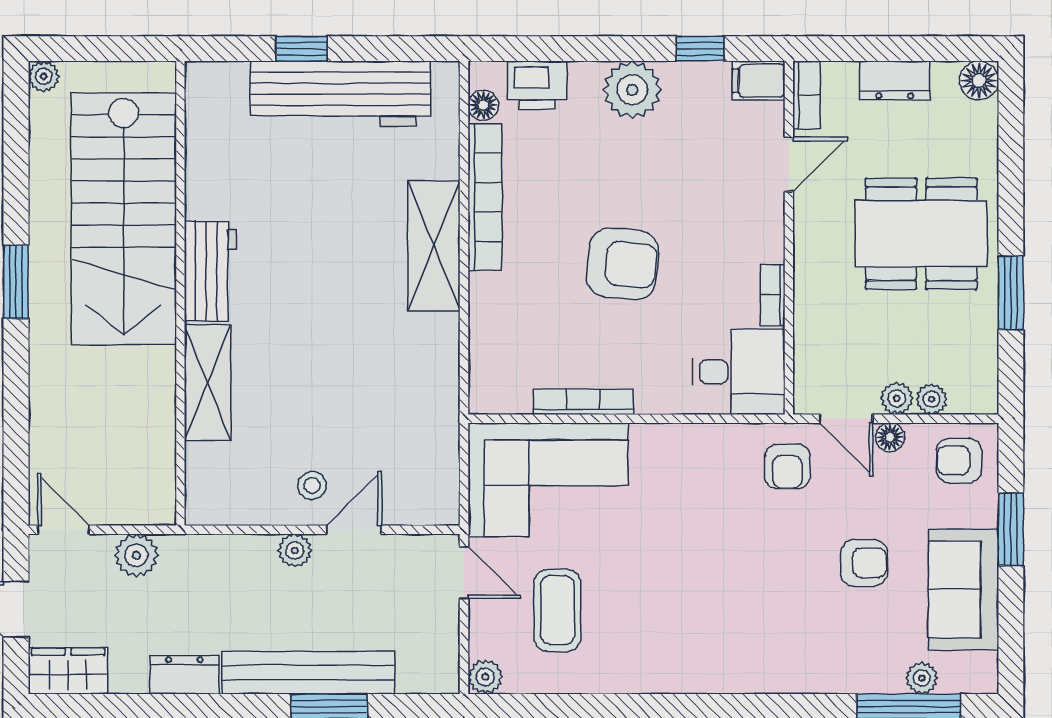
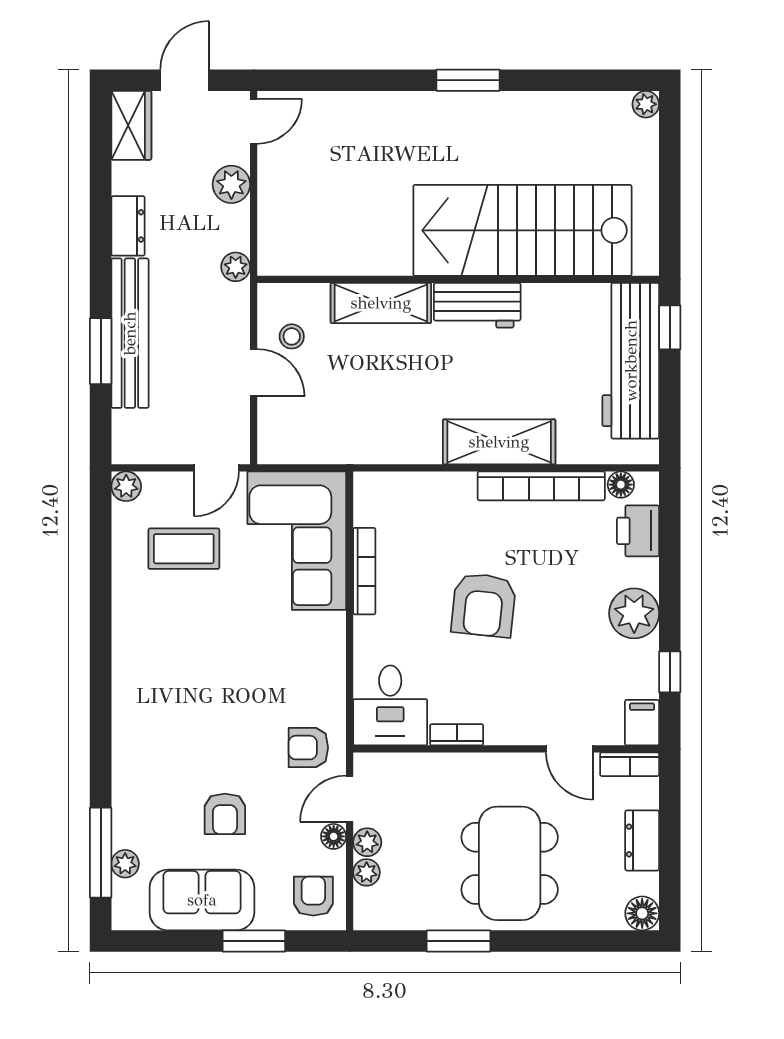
stairs: (124, 219) -> (522, 230), moved
workbench: (210, 271) -> (477, 305), moved
wall: (180, 293) -> (458, 279), moved
shelving: (208, 383) -> (381, 303), moved
plant: (295, 550) -> (236, 267), moved

